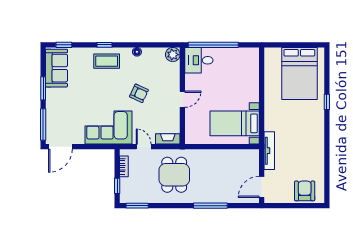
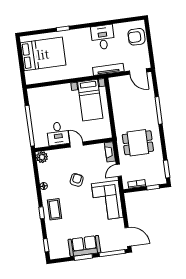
desk: (199, 60) -> (58, 134), moved
sofa: (56, 68) -> (84, 246), moved
desk: (310, 149) -> (103, 37), added

